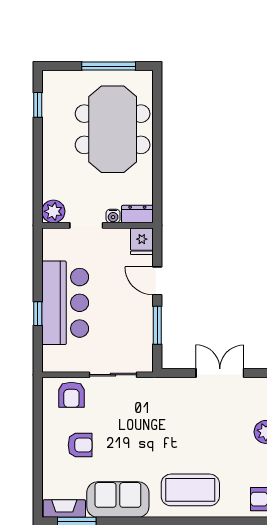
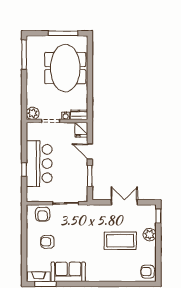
window: (38, 105) -> (24, 55), width x2.17
armchair: (80, 445) -> (47, 242), turned 180
coffee table: (190, 490) -> (120, 241), moved

